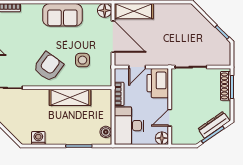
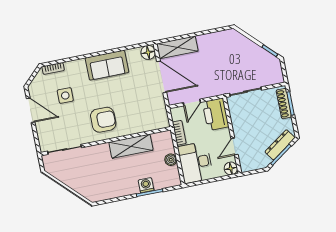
side table: (82, 60) -> (65, 95), moved
armchair: (48, 67) -> (103, 120), turned 54
boiler: (106, 132) -> (171, 160), moved
washing machine: (38, 138) -> (146, 185), moved

